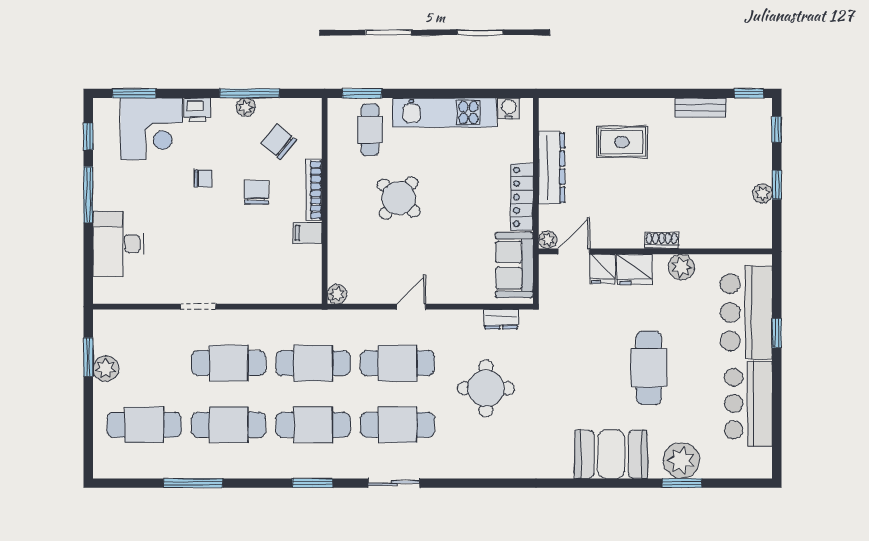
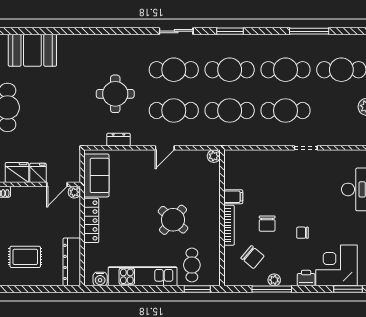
dresser: (552, 168) -> (72, 262), moved
dresser: (501, 319) -> (118, 140), moved

